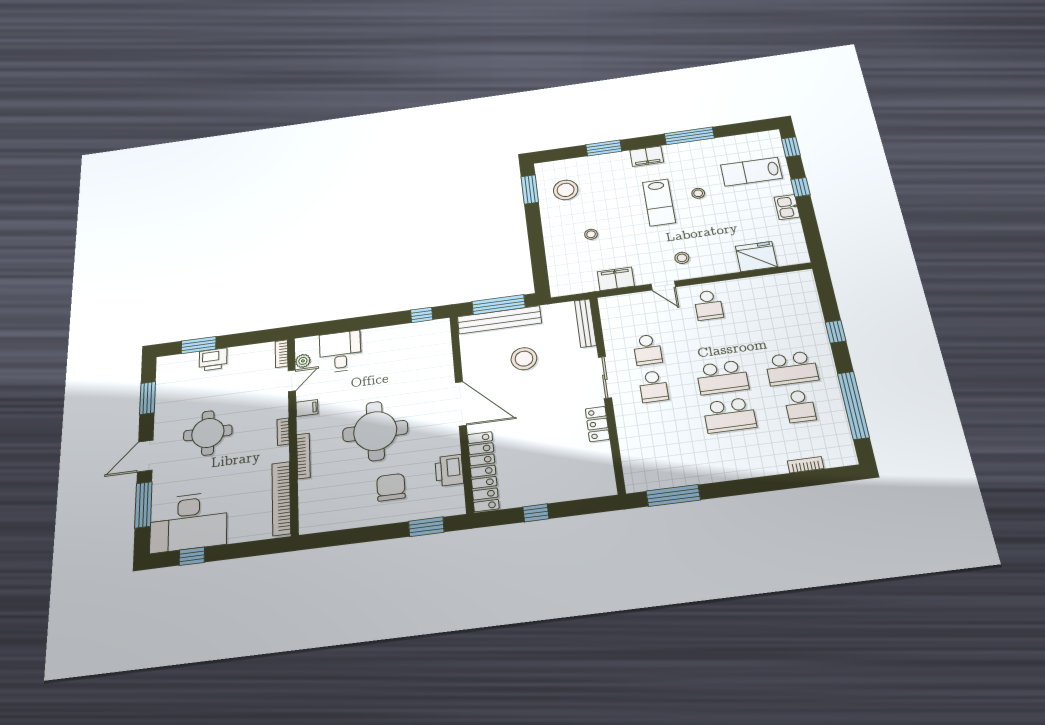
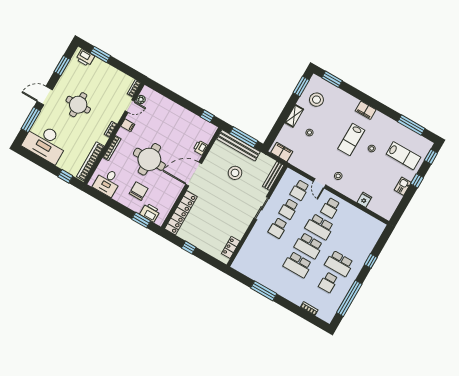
window: (689, 136) -> (411, 125), moved
window: (604, 148) -> (332, 79), moved
lab bench: (751, 172) -> (403, 156), turned 180
shelving: (551, 230) -> (294, 116), added
fridge: (756, 256) -> (364, 200), width x0.53, depth x0.75
filing cabinet: (616, 279) -> (282, 152), moved
school desk: (642, 314) -> (300, 190), added
school desk: (715, 341) -> (319, 227), added
desk: (340, 352) -> (107, 182), moved, turned 180
printer: (213, 360) -> (85, 58), moved
printer: (443, 362) -> (200, 148), added
door: (461, 404) -> (194, 174), swing flipped
locker: (597, 424) -> (231, 247), moved
printer: (449, 470) -> (150, 212), moved, turned 90
window: (673, 496) -> (264, 291), moved
window: (192, 556) -> (65, 176), moved

